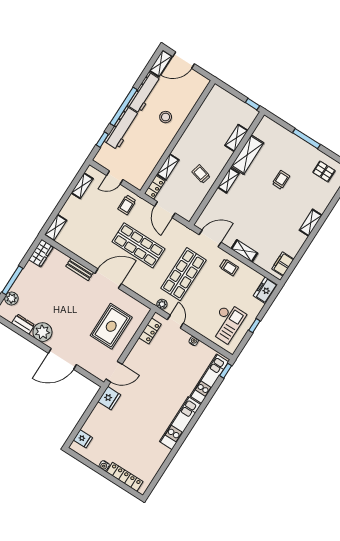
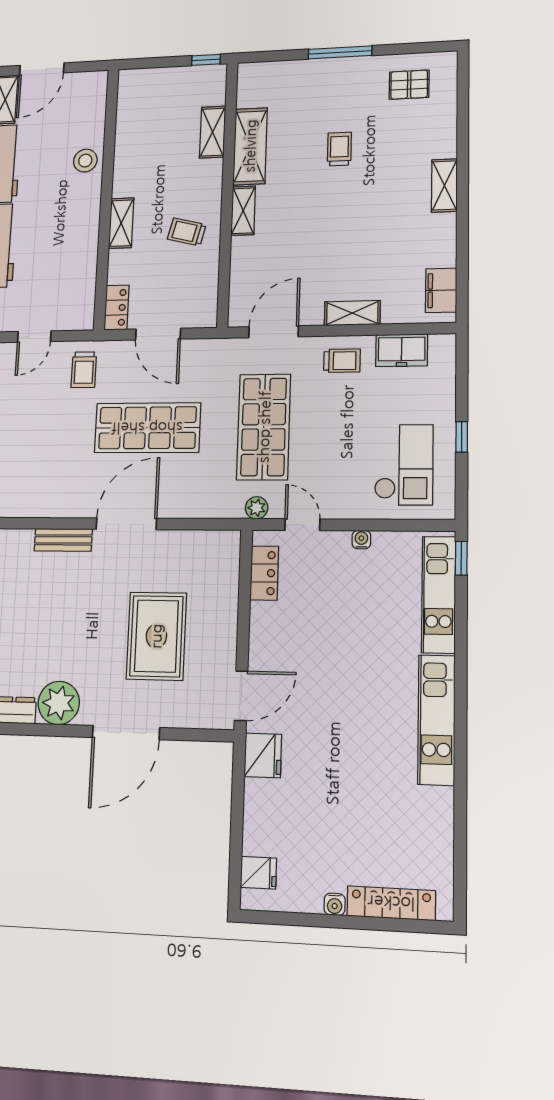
stool: (166, 117) -> (85, 161), moved
shelving: (168, 167) -> (121, 223), moved
freezer: (265, 290) -> (402, 350), moved, turned -90
rug: (111, 326) -> (156, 636), moved

